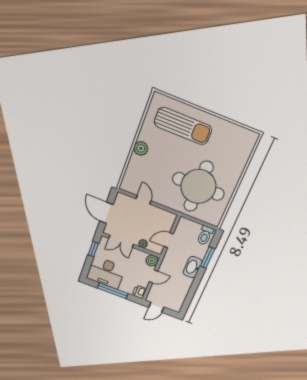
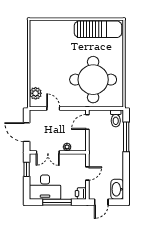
sun lounger: (183, 126) -> (98, 29), moved
plant: (141, 148) -> (36, 93), moved
door: (169, 240) -> (87, 122), moved
window: (208, 257) -> (126, 137), width x1.44
plant: (152, 261) -> (80, 159), removed
washbasin: (193, 267) -> (117, 189), moved

